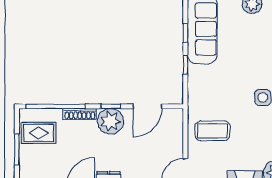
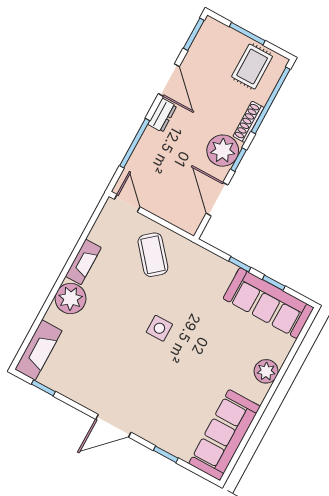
coffee table: (212, 131) -> (153, 255), turned -40

